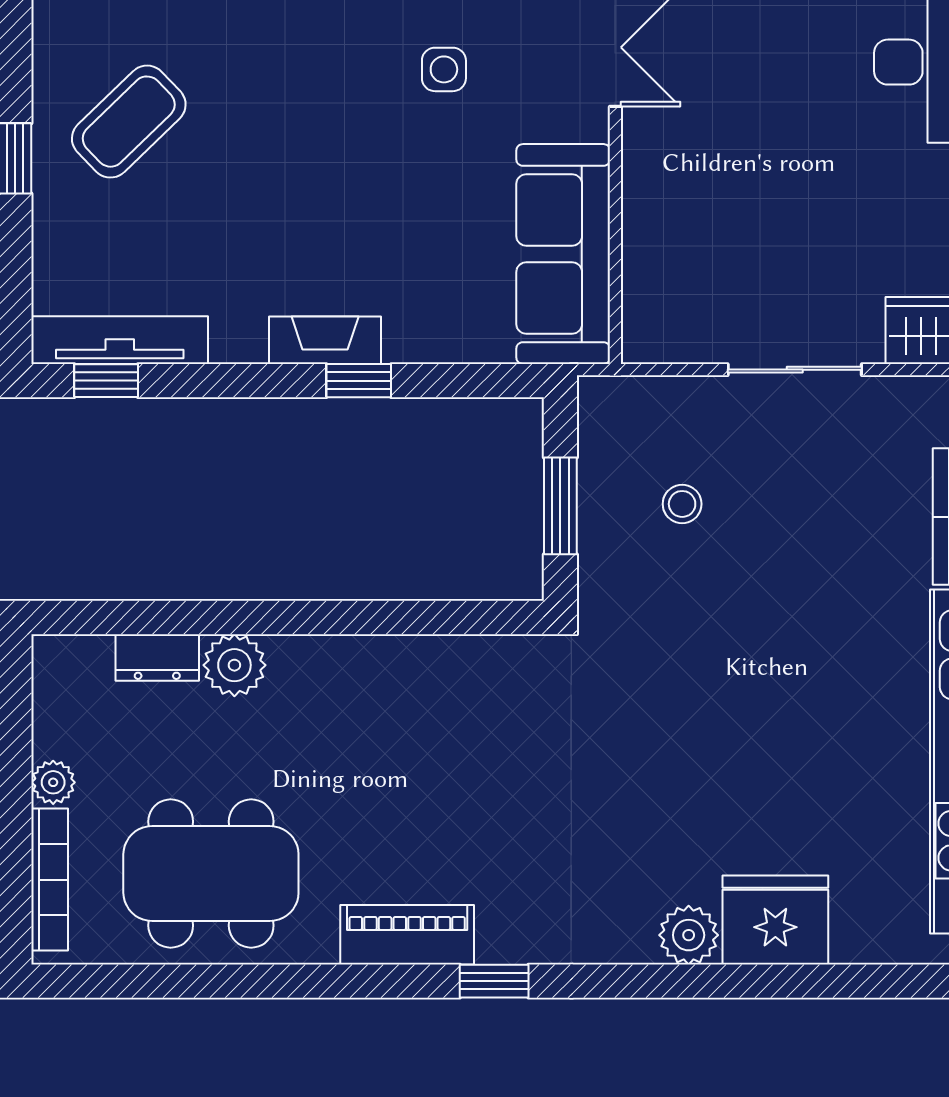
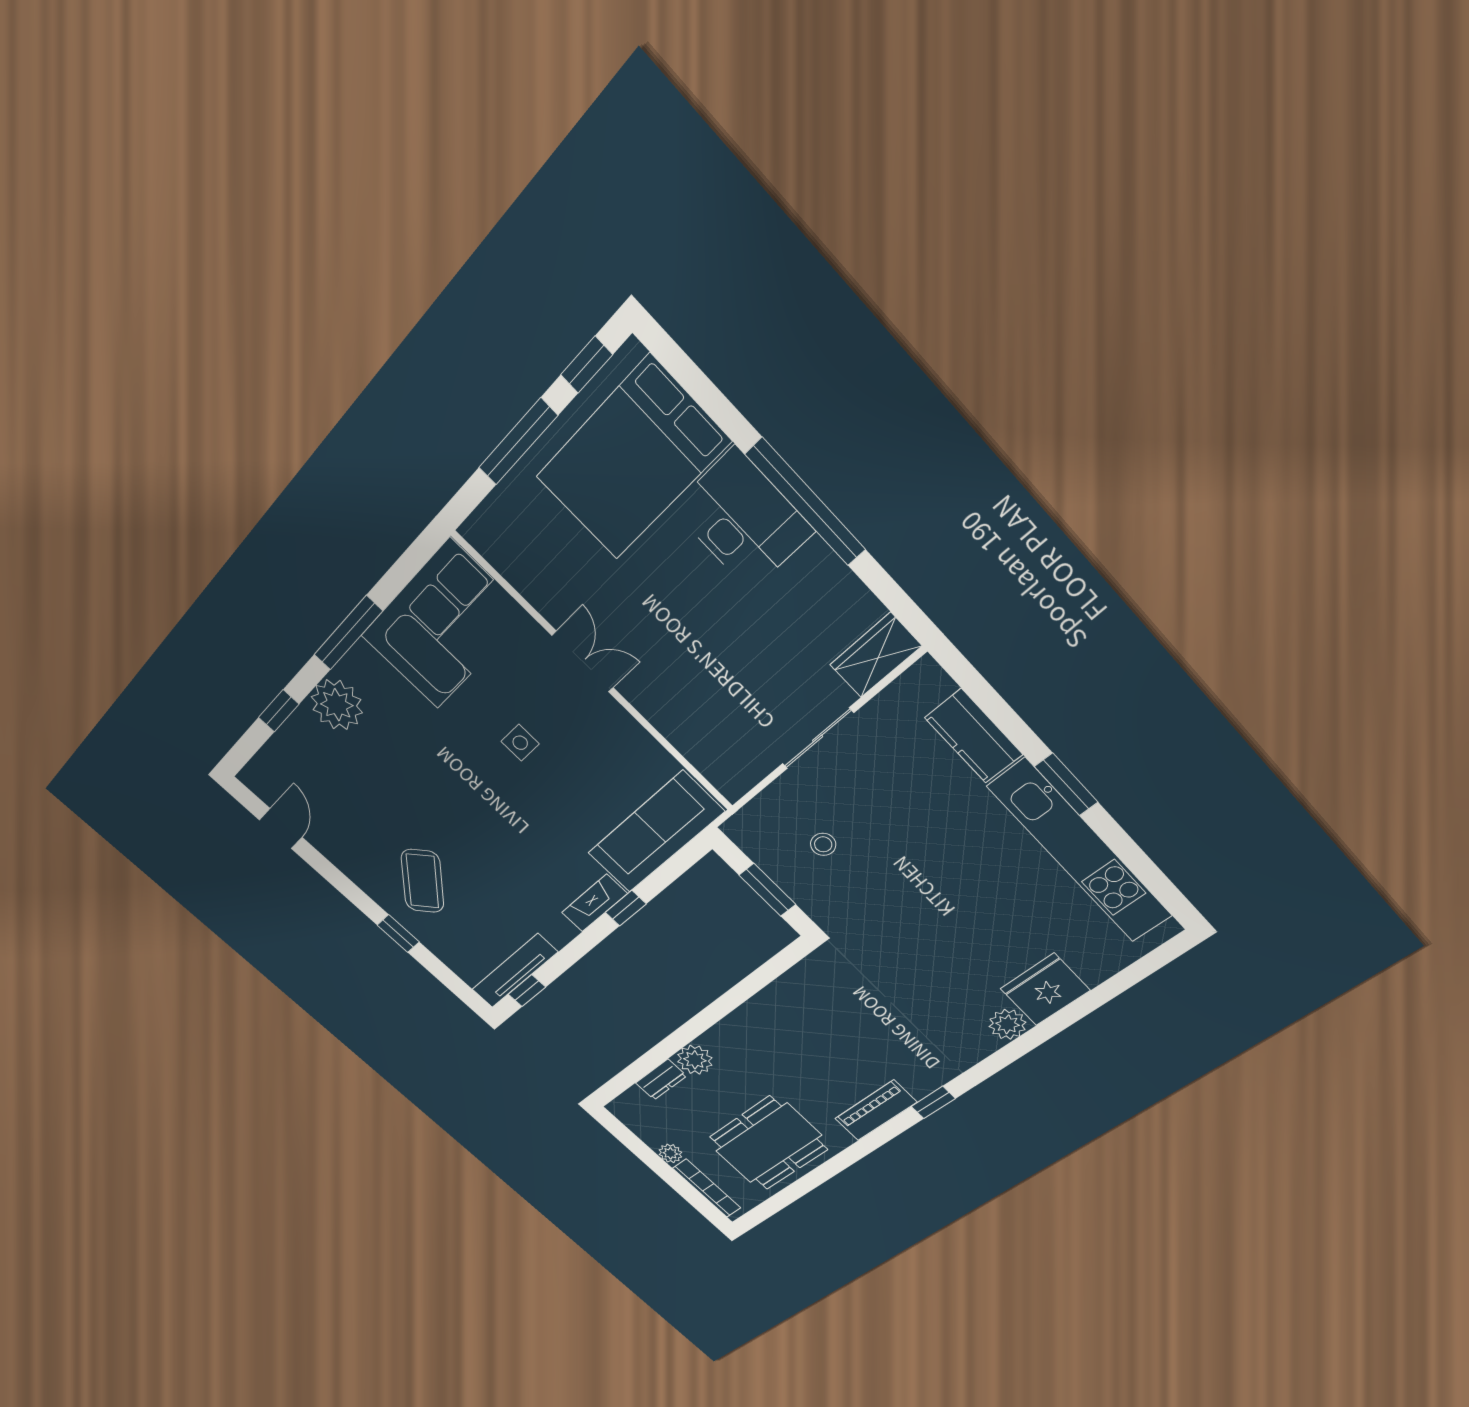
sofa: (563, 254) -> (656, 832), moved, turned 90

